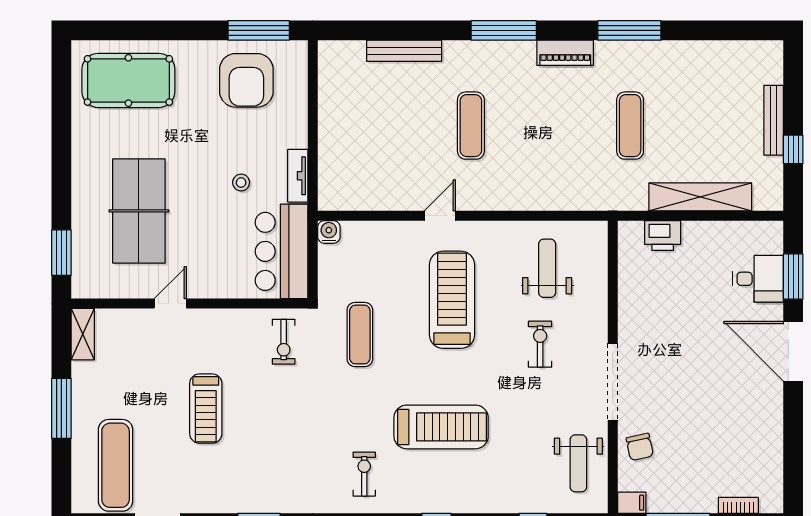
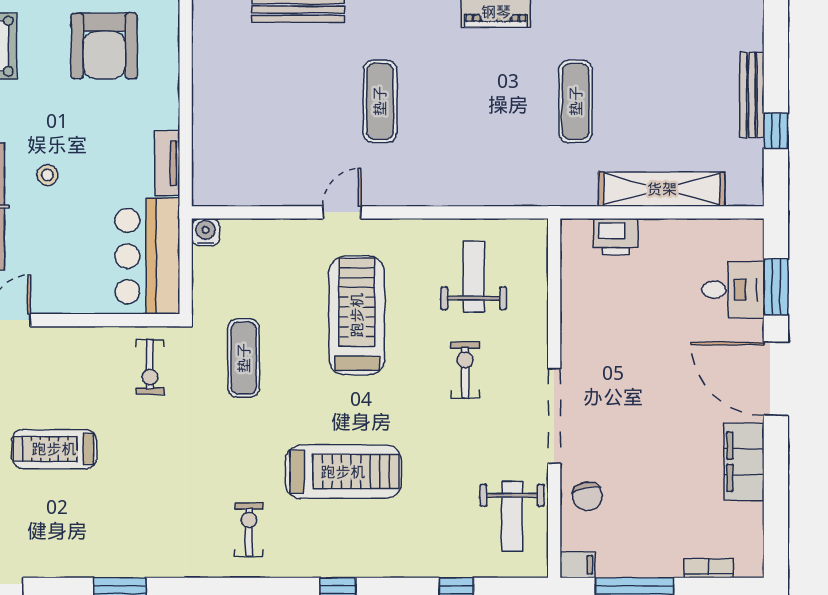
stool: (241, 183) -> (47, 175), moved
treadmill: (206, 409) -> (54, 449), turned 90
filing cabinet: (767, 419) -> (744, 462), added

